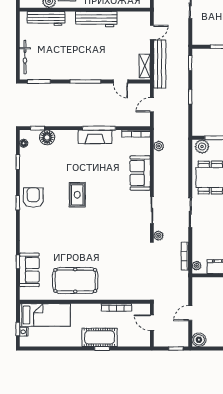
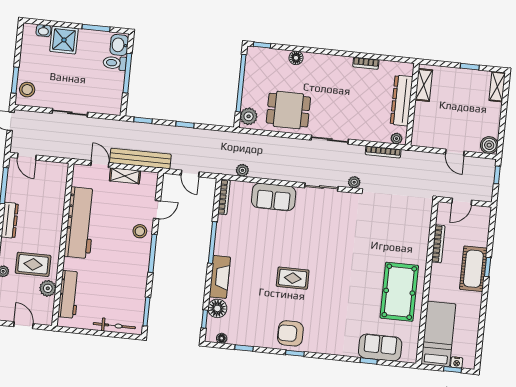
workbench: (96, 19) -> (80, 223), width x1.36, depth x1.32
shelving: (145, 66) -> (125, 176), moved
stool: (102, 70) -> (140, 231), added
fireplace: (95, 137) -> (220, 277), moved

